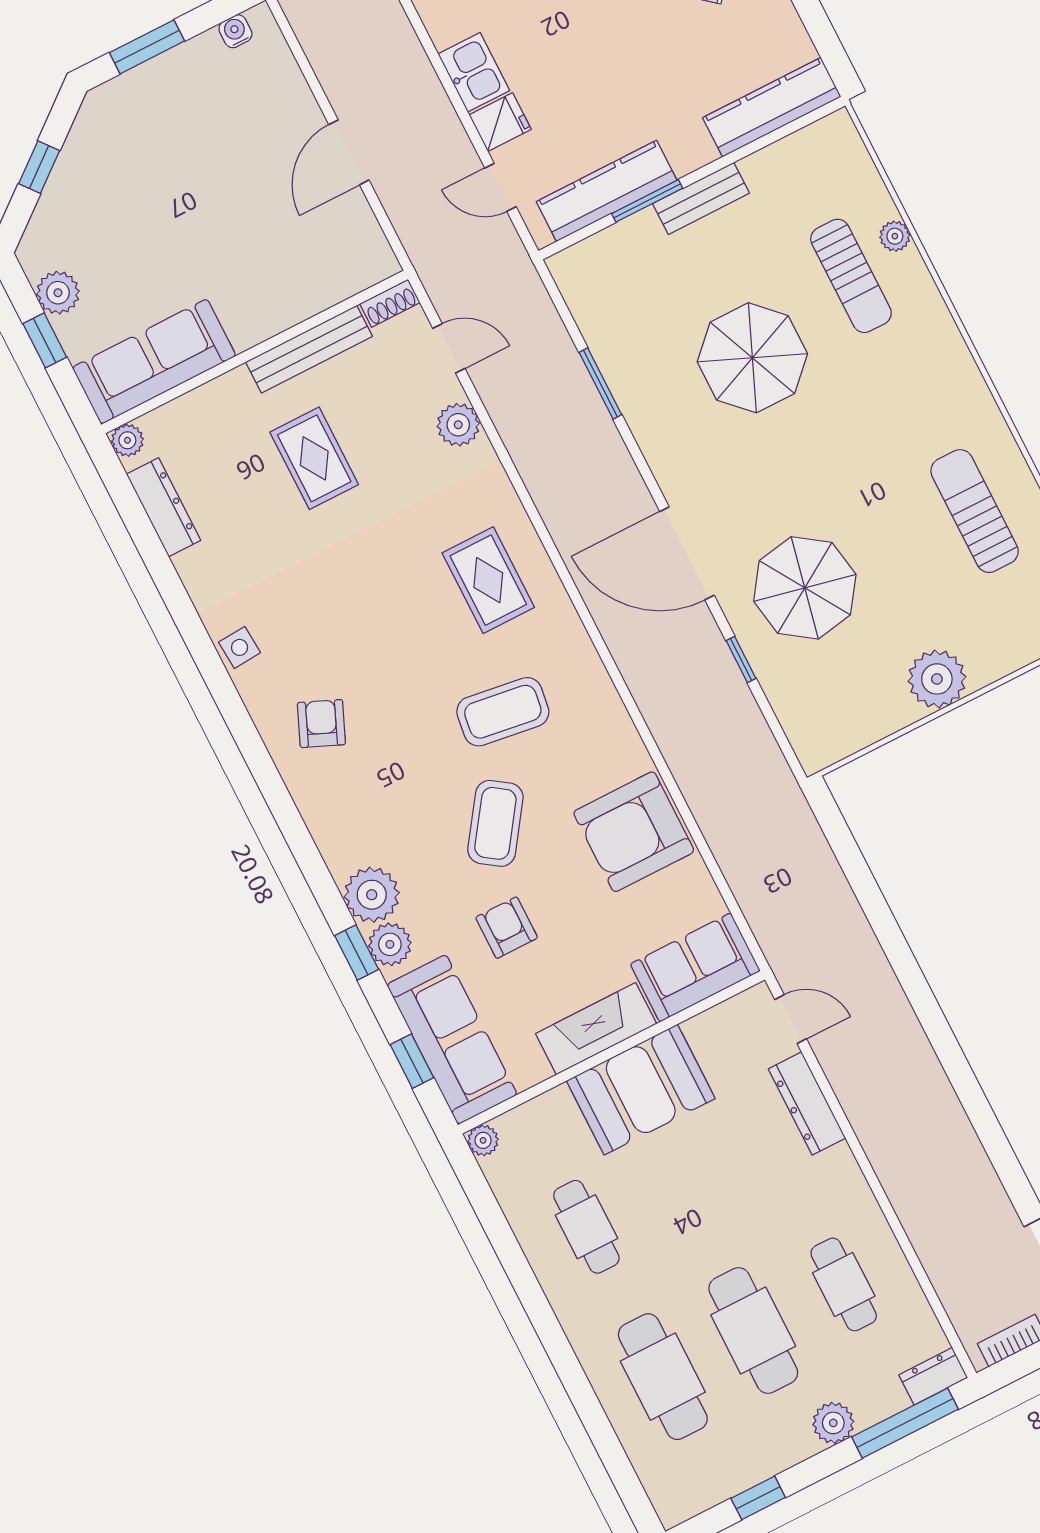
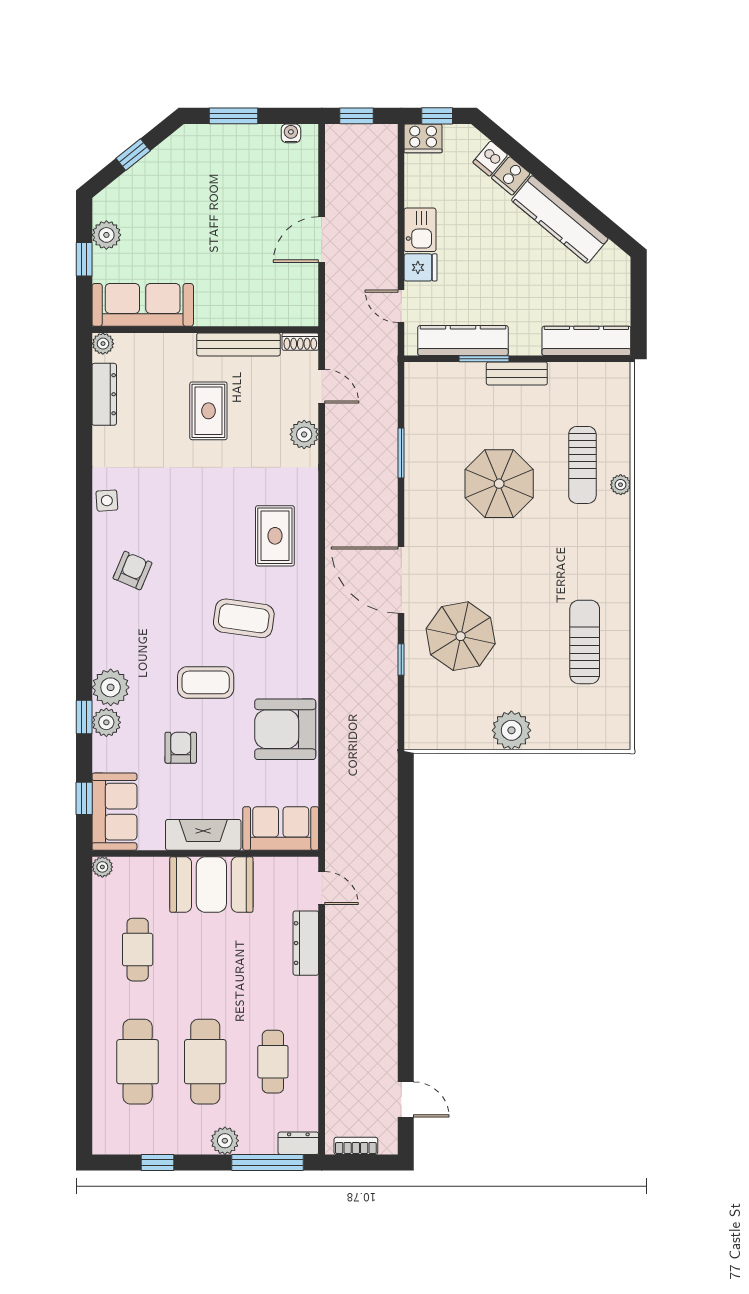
plant: (895, 236) -> (621, 485), moved
coffee table: (495, 823) -> (206, 682), turned 55
sofa: (452, 1040) -> (114, 812), width x0.73

